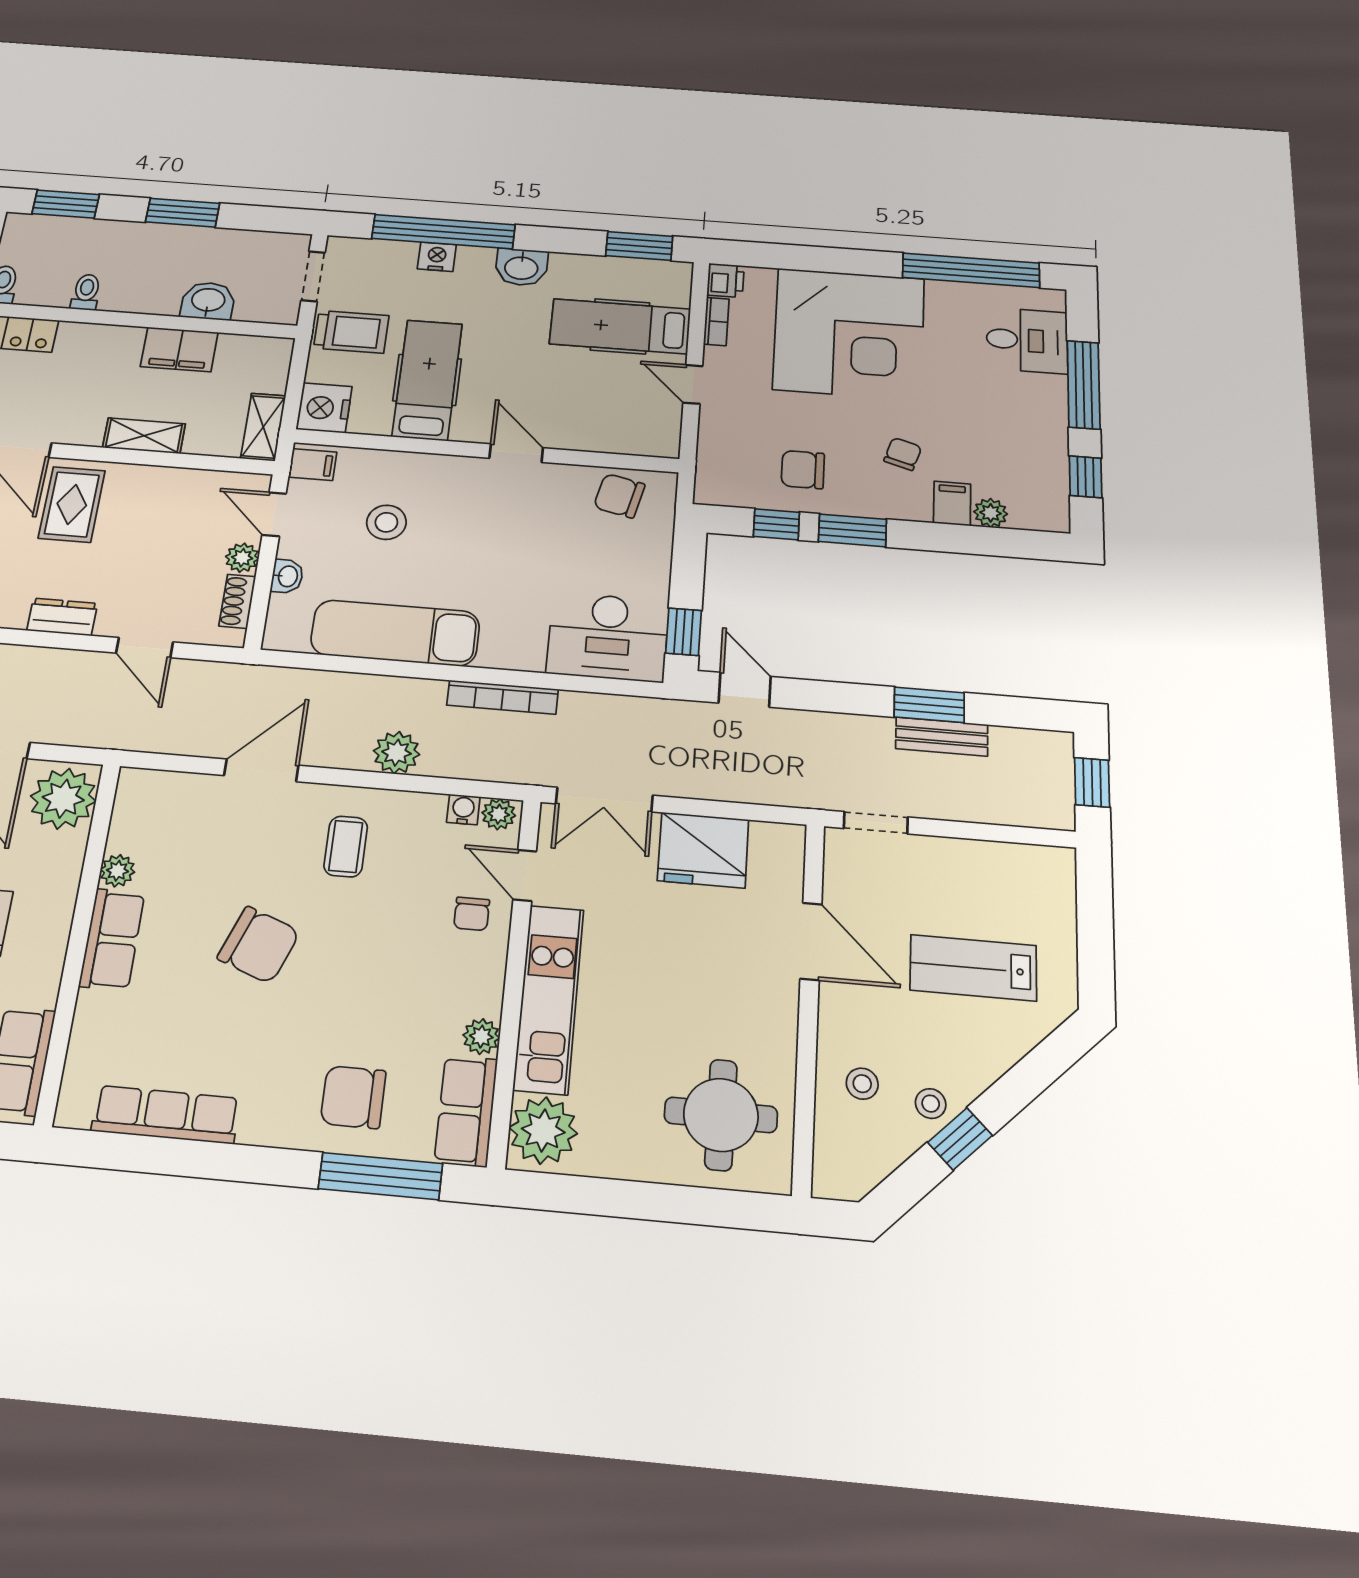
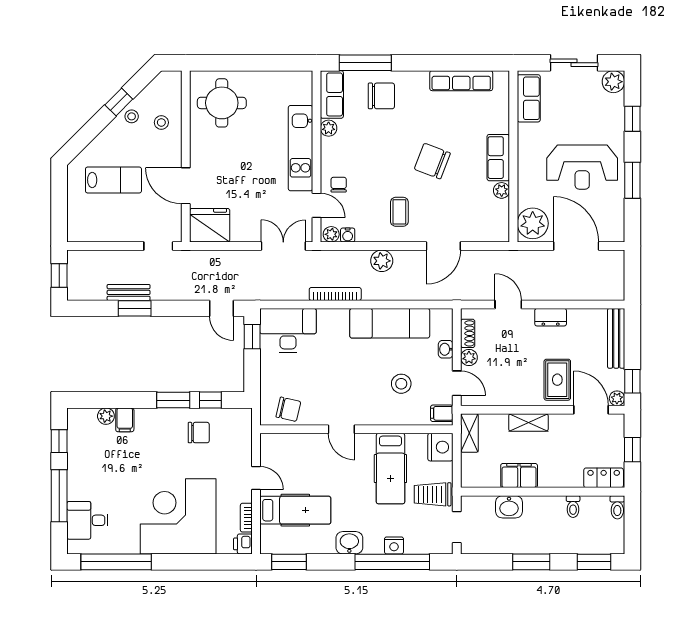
chair: (903, 454) -> (149, 446), removed
fridge: (703, 850) -> (210, 225), moved
plant: (543, 1130) -> (298, 89), removed

